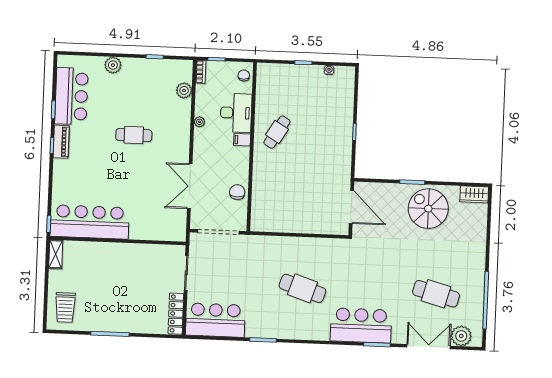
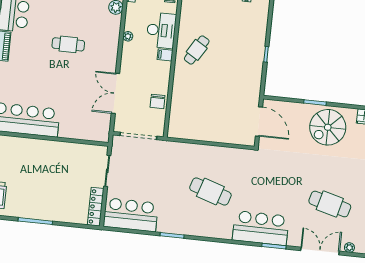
chair: (237, 192) -> (158, 101), turned 180
spiral stairs: (428, 209) -> (328, 127), turned -90
plant: (461, 336) -> (349, 248), width x0.53, depth x0.53

